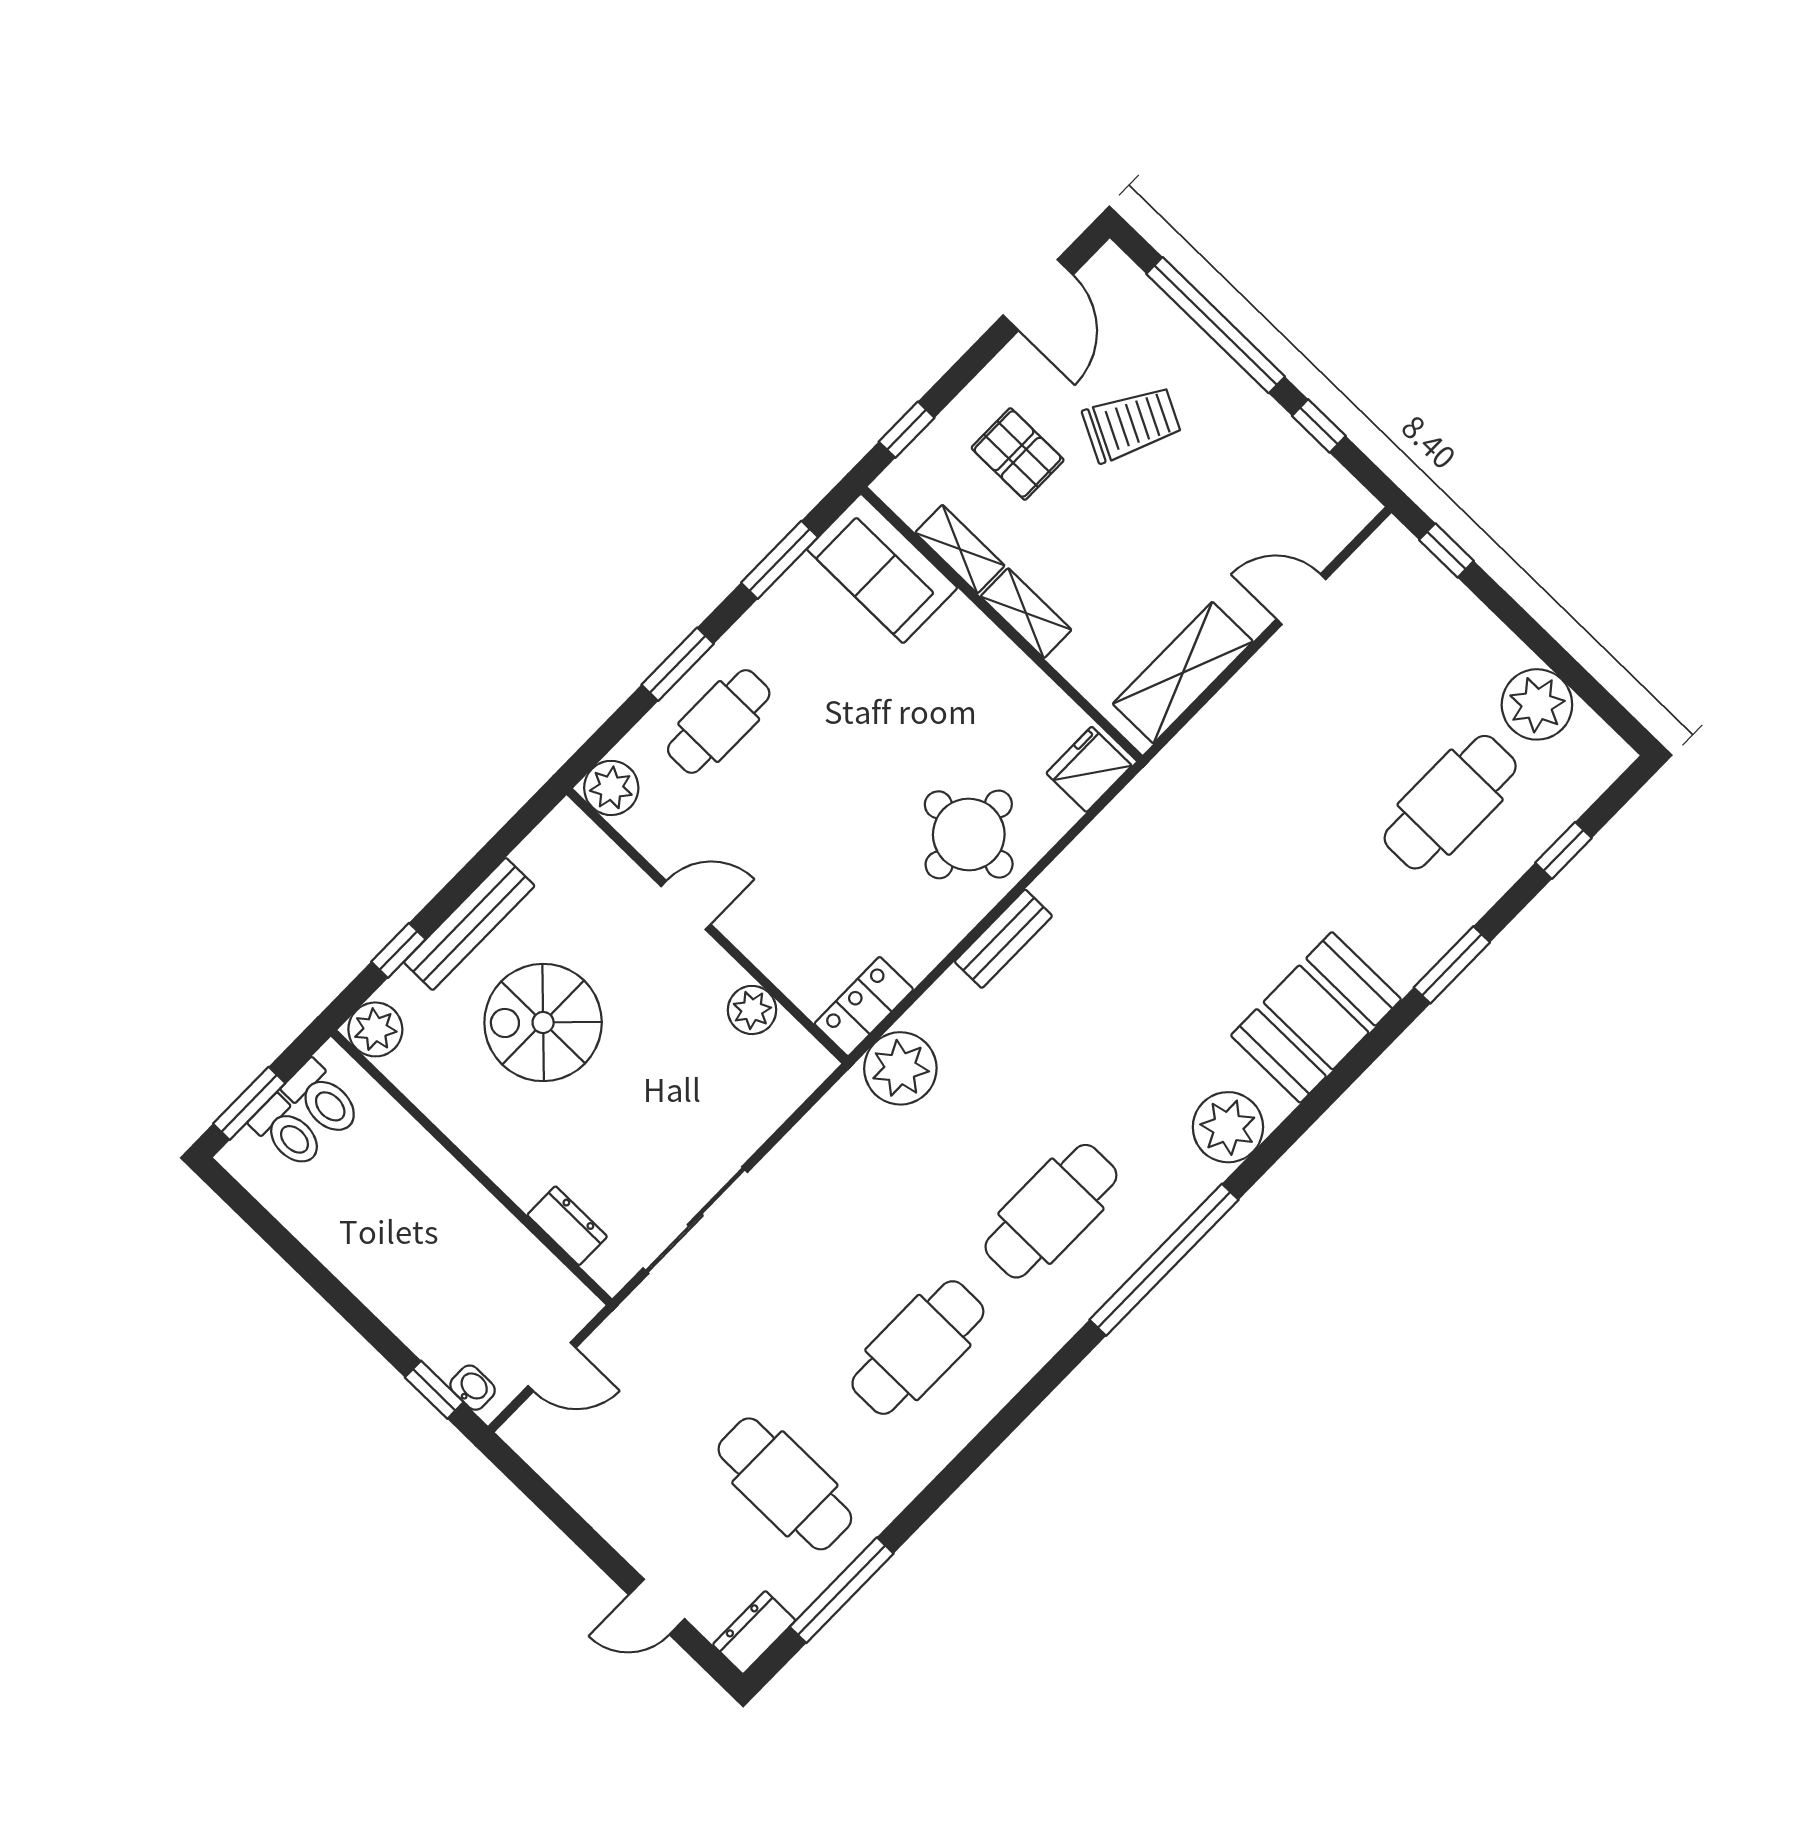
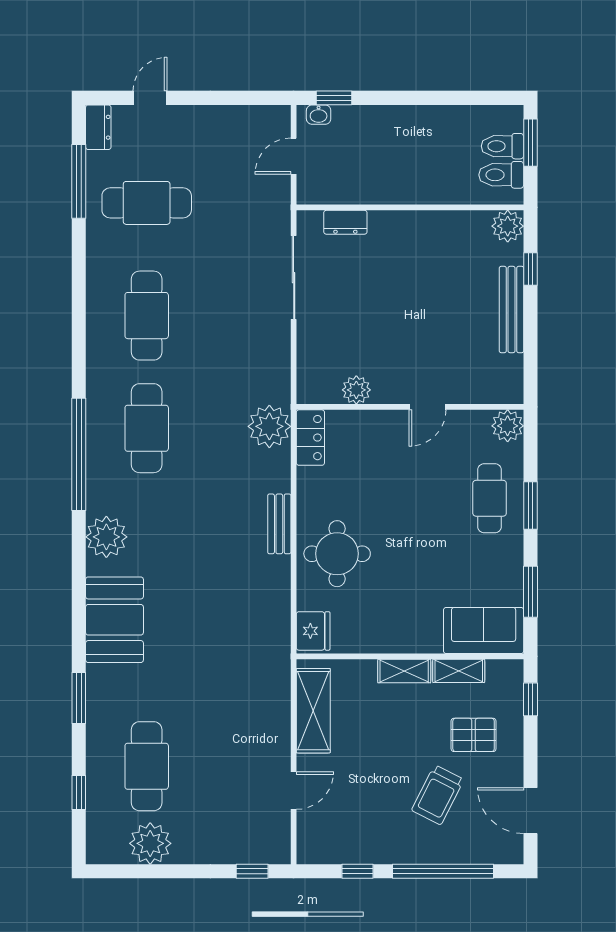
spiral stairs: (543, 1022) -> (440, 298), removed

